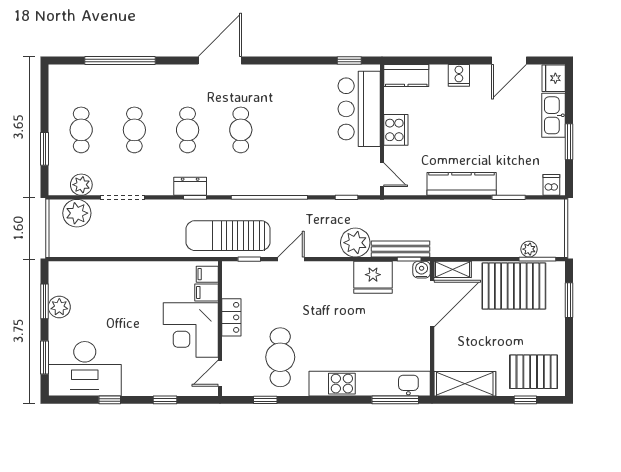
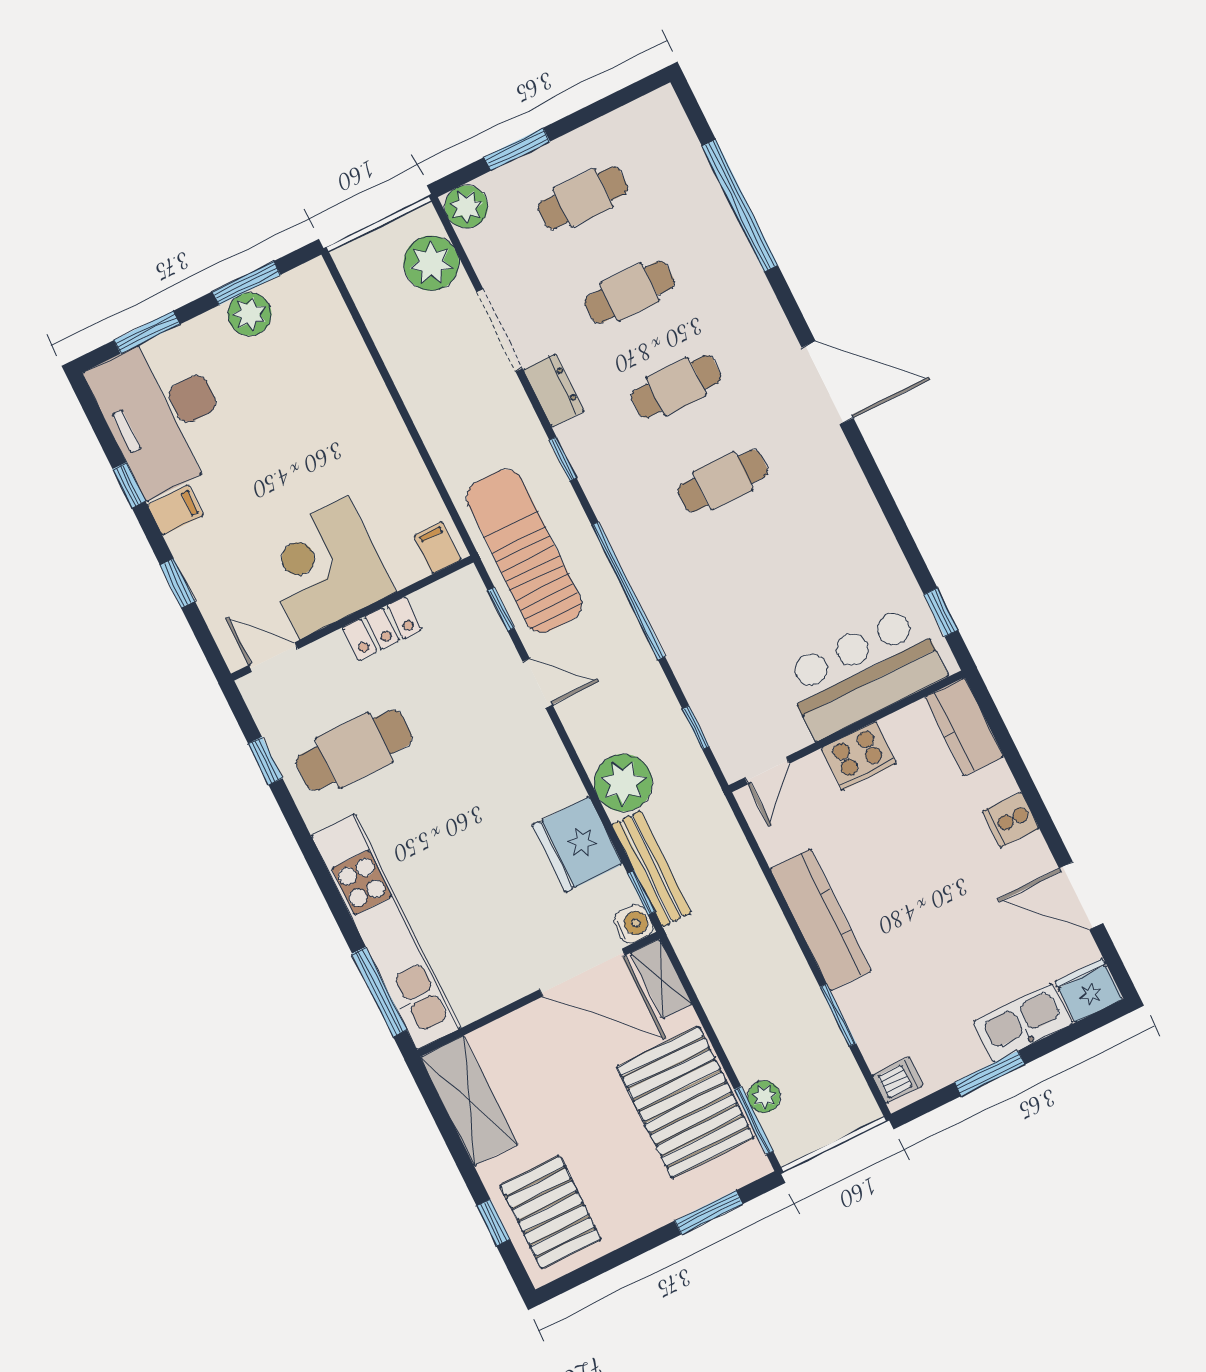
plant: (81, 185) -> (466, 207), moved
dresser: (190, 186) -> (554, 391), moved
filing cabinet: (206, 292) -> (175, 510), moved, turned 90

